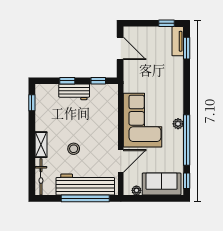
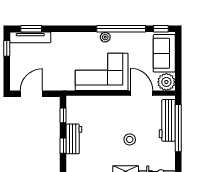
tv unit: (178, 41) -> (30, 37), width x1.41
workbench: (85, 185) -> (167, 120), width x0.73, depth x0.76
plant: (136, 190) -> (166, 82), width x1.88, depth x1.88

